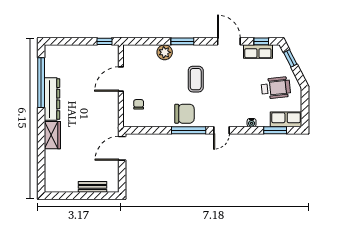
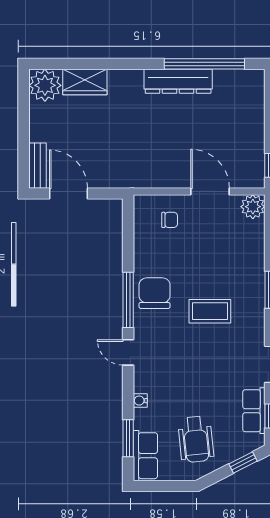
plant: (165, 52) -> (253, 207), moved
chair: (184, 114) -> (155, 293), turned 180
wardrobe: (52, 135) -> (85, 82), moved
door: (122, 148) -> (68, 194), moved
plant: (54, 182) -> (45, 85), added
bench: (93, 187) -> (38, 166), moved

